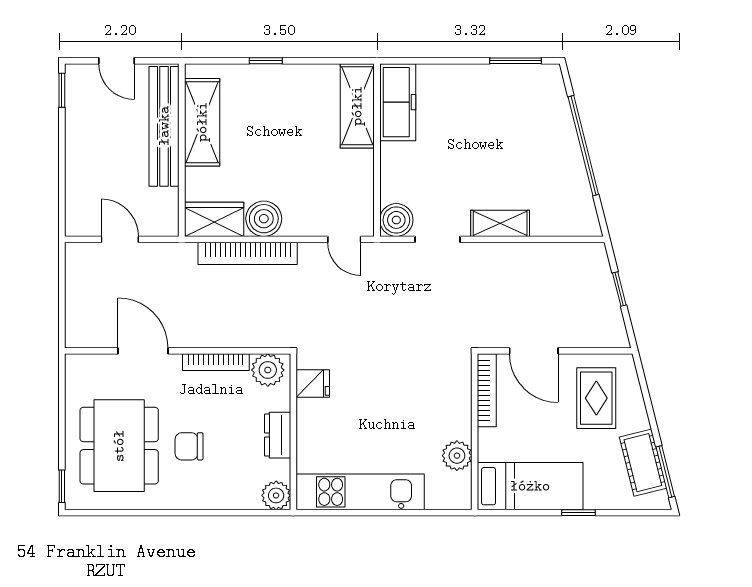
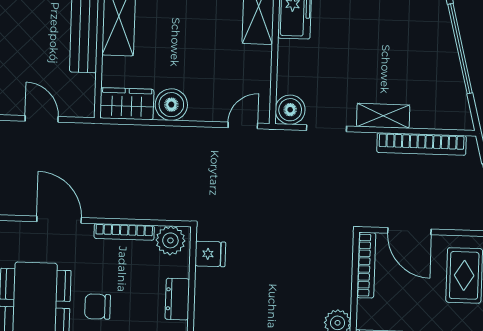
door: (344, 239) -> (243, 125), swing flipped
bookcase: (248, 253) -> (421, 144), moved

